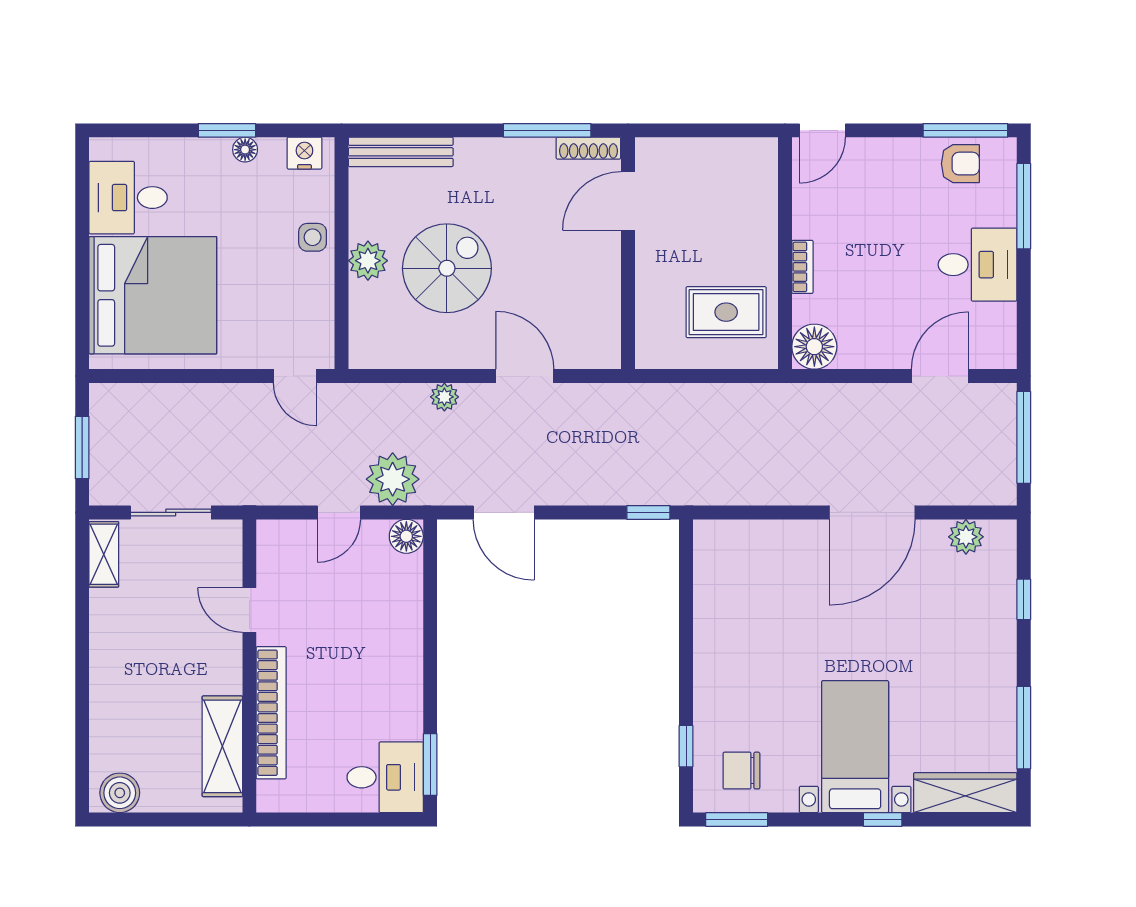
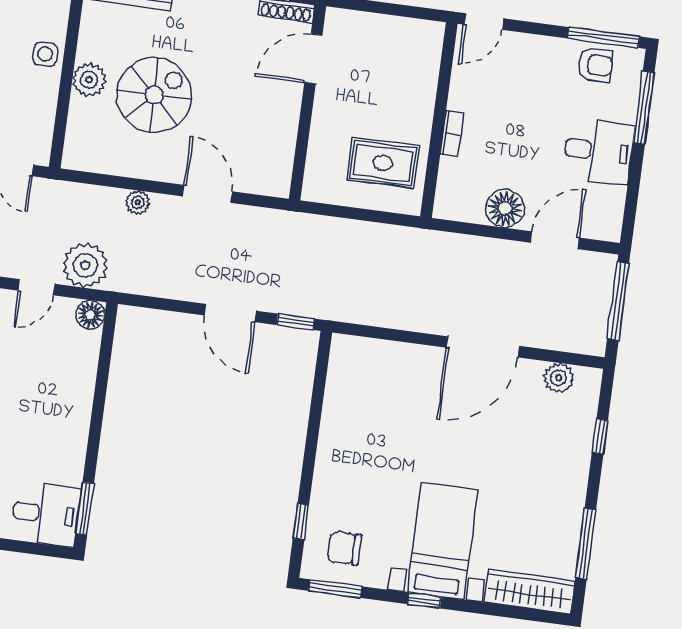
floor lamp: (814, 347) -> (505, 209), moved
door: (504, 512) -> (230, 313), moved
window: (883, 819) -> (424, 601), moved

